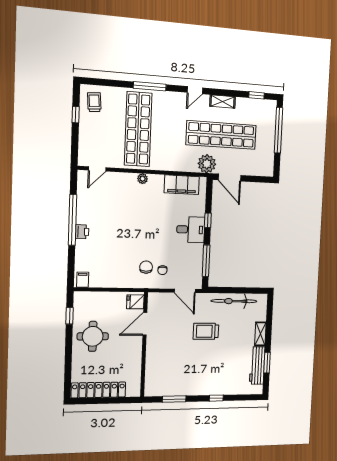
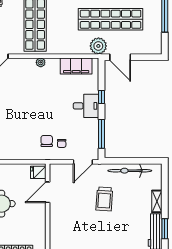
door: (185, 291) -> (83, 162), hinge flipped
trolley: (206, 331) -> (104, 199), turned -86

